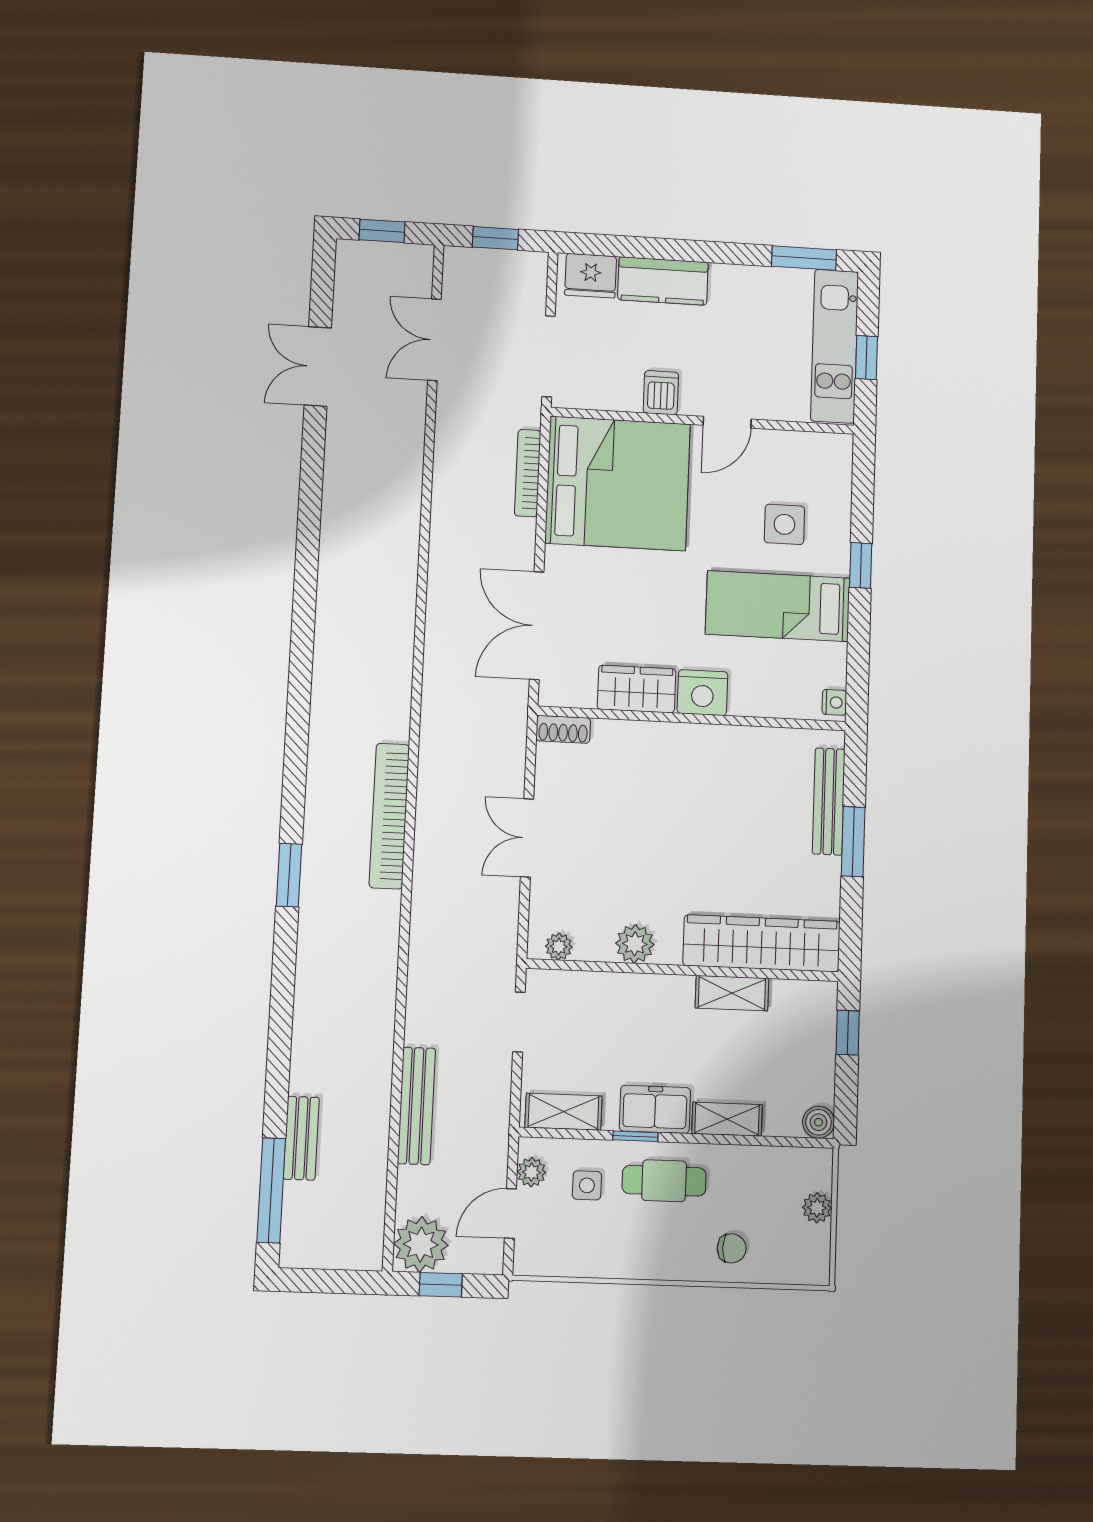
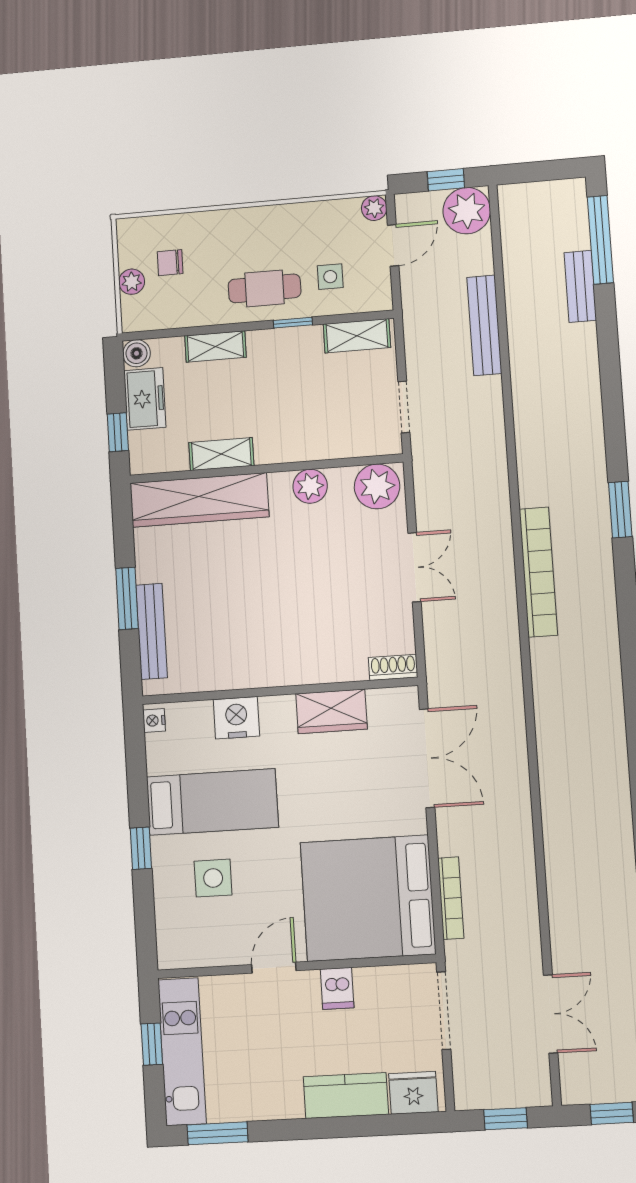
nightstand: (702, 693) -> (236, 718), moved
plant: (559, 947) -> (377, 486), width x1.87, depth x1.87
freezer: (655, 1109) -> (145, 399), moved, turned -90
plant: (531, 1172) -> (374, 208), moved
chair: (732, 1248) -> (170, 263), moved

